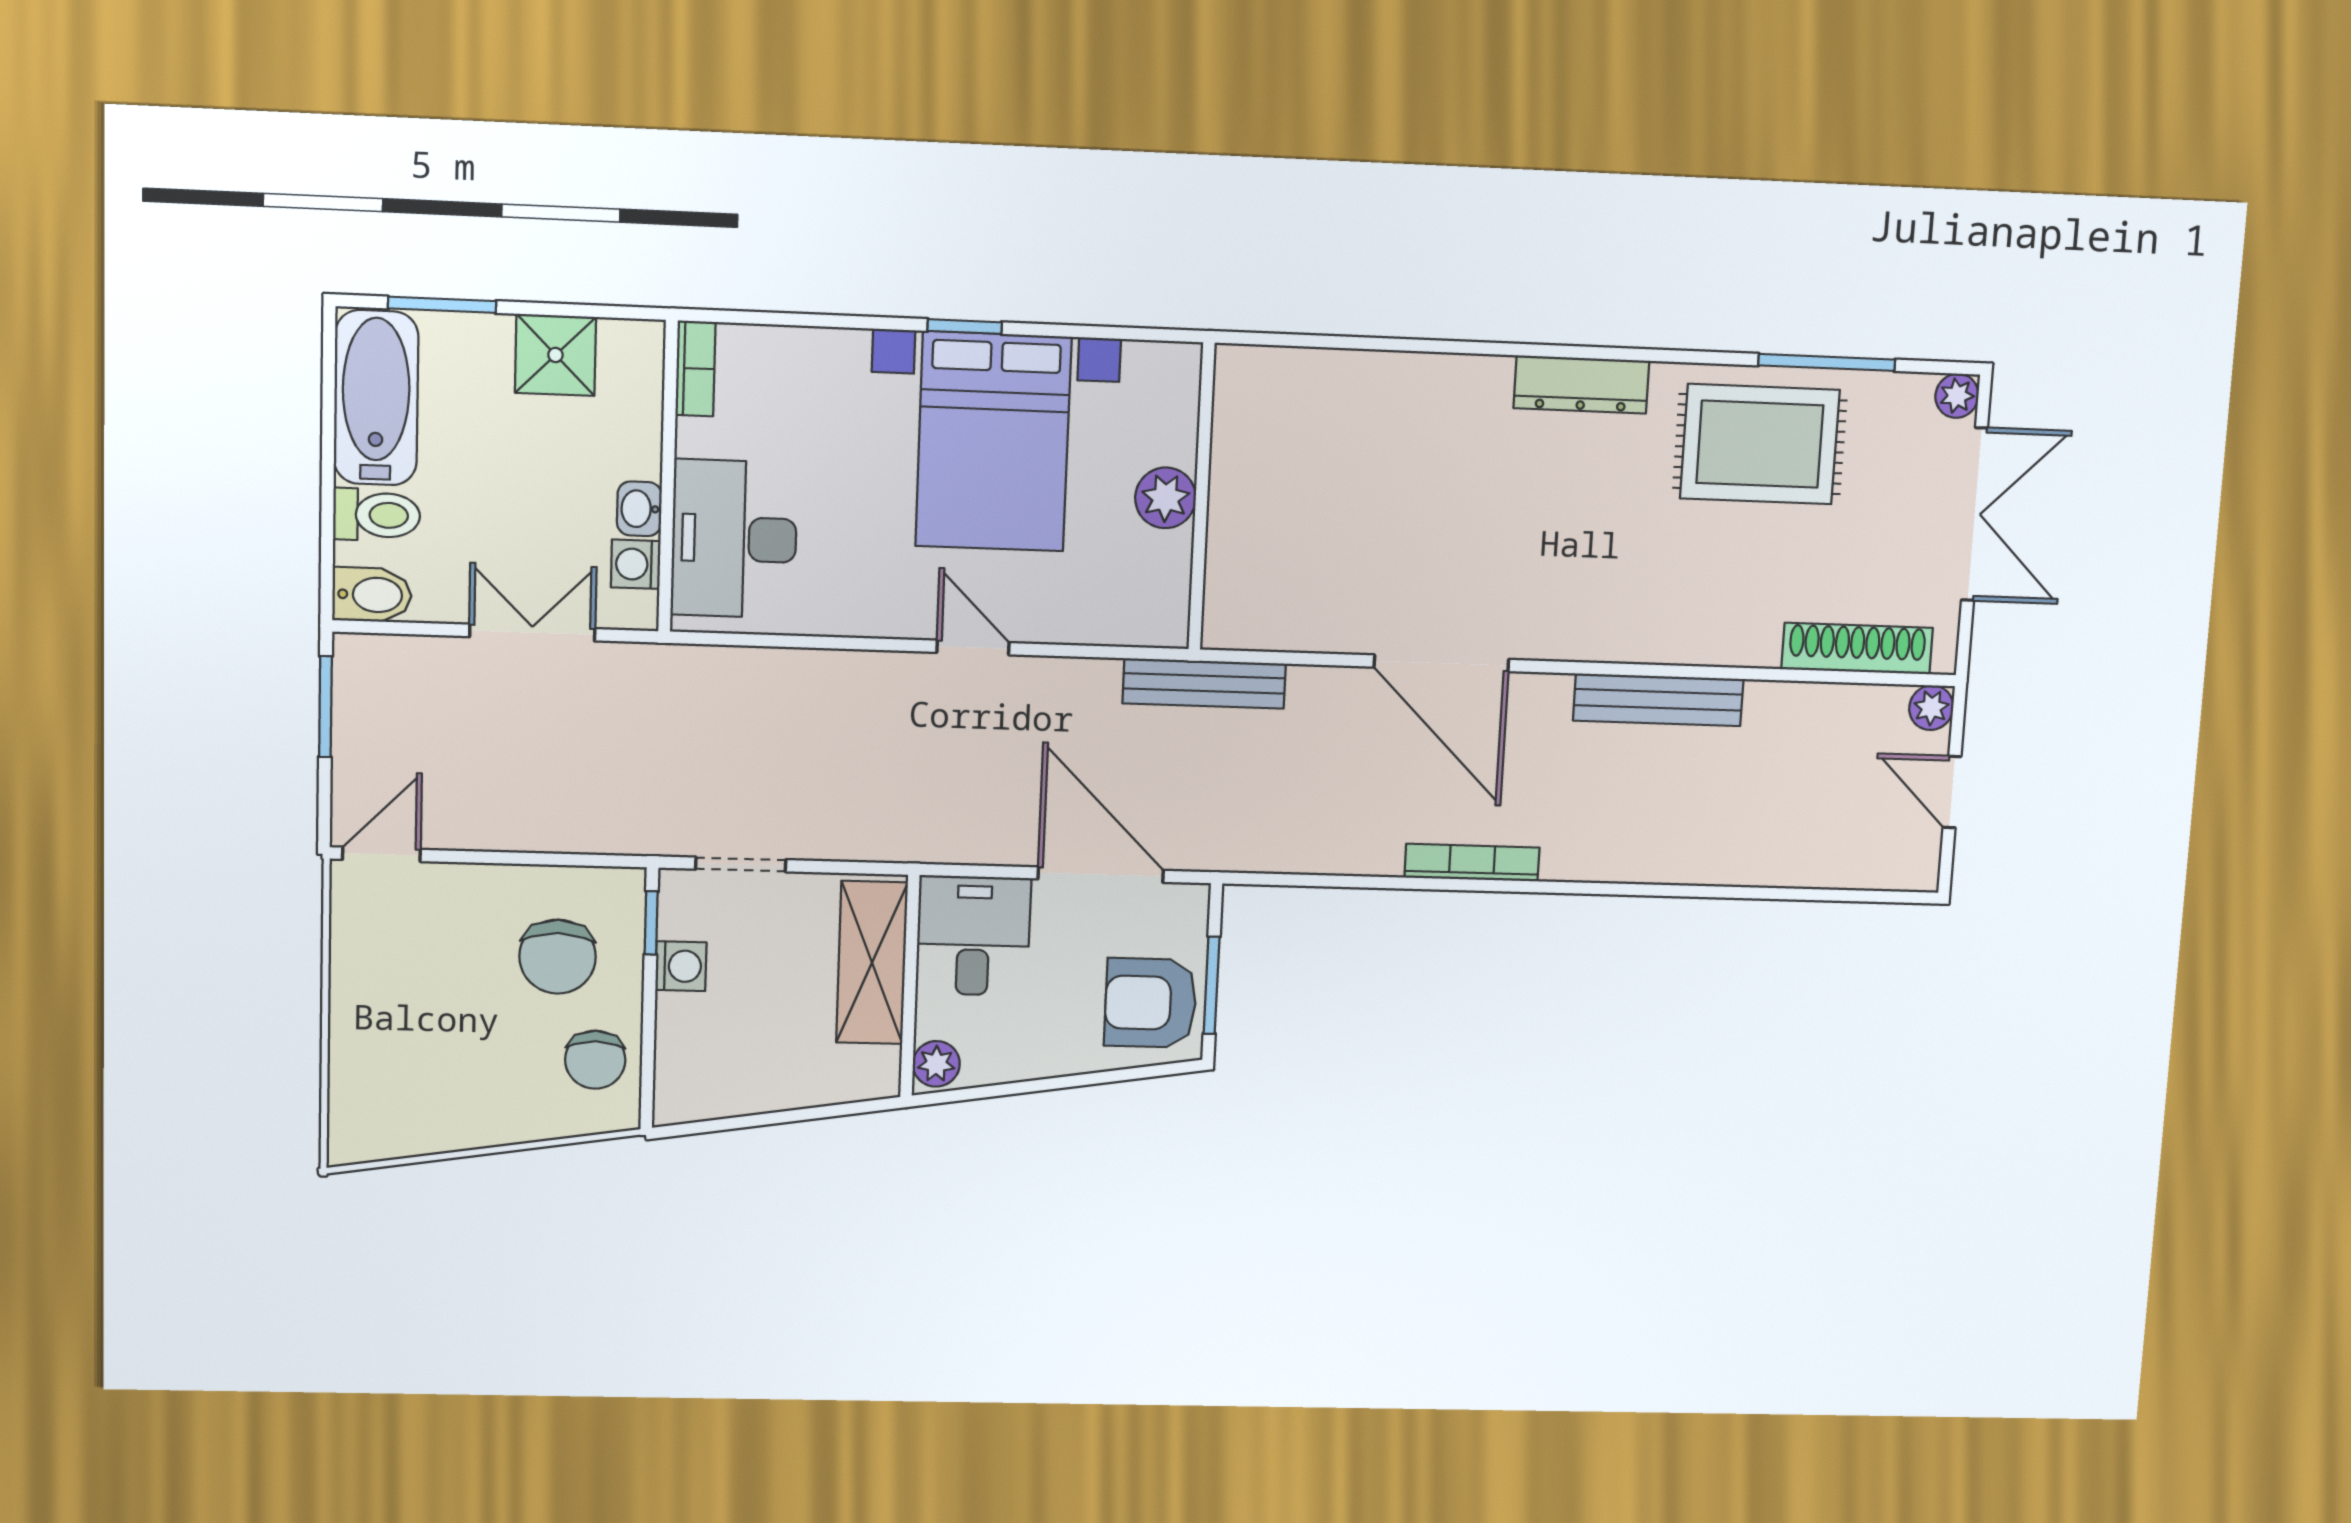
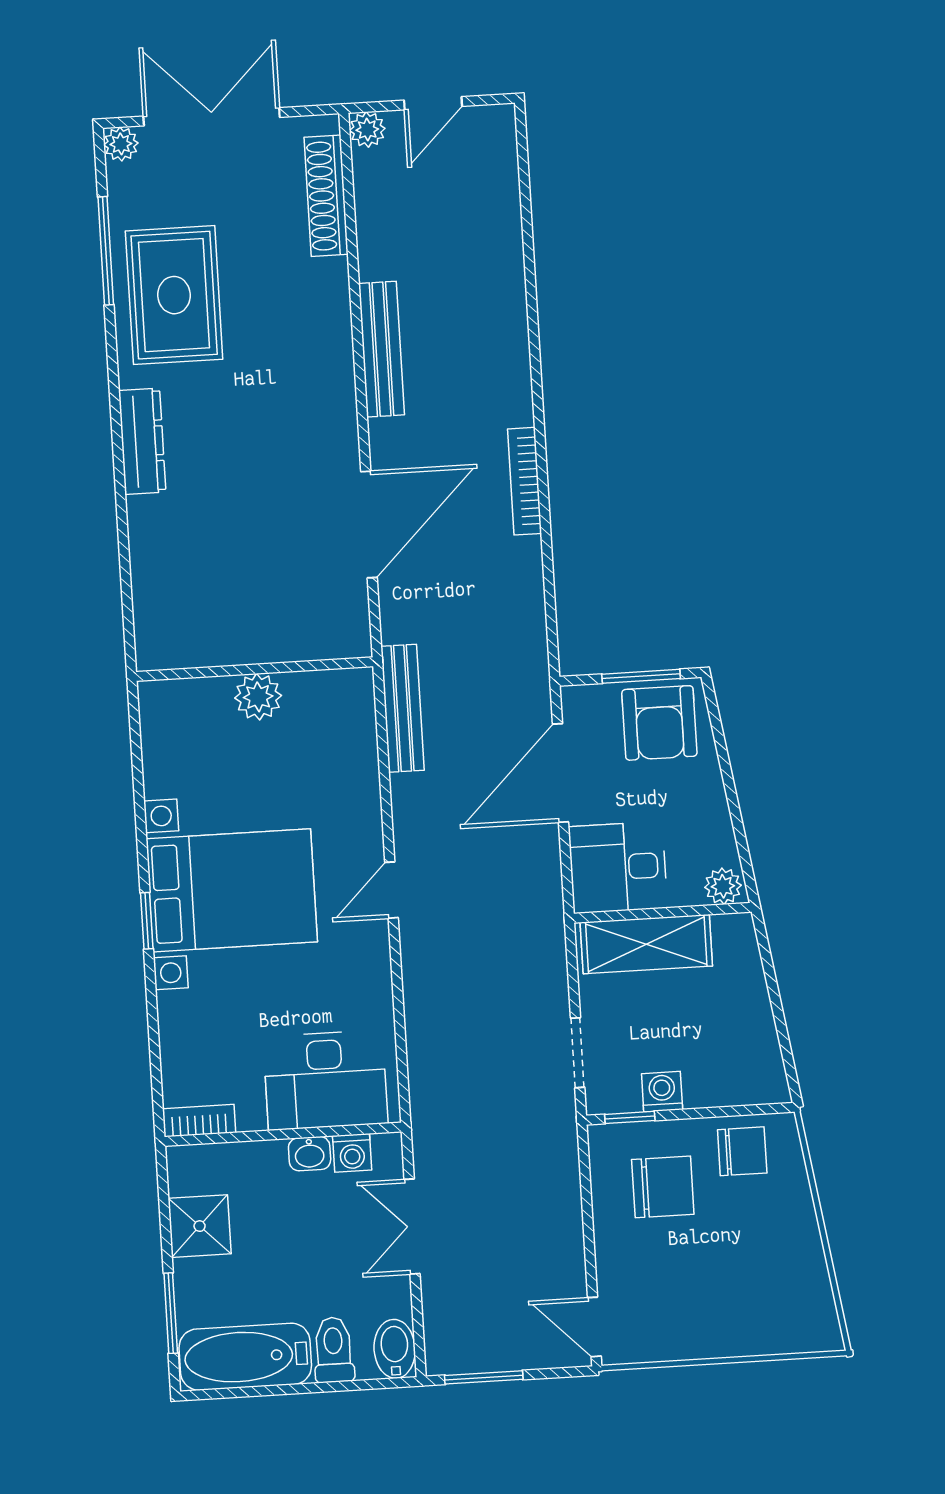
wall: (1202, 497) -> (255, 669), moved
plant: (1166, 498) -> (258, 697), moved

